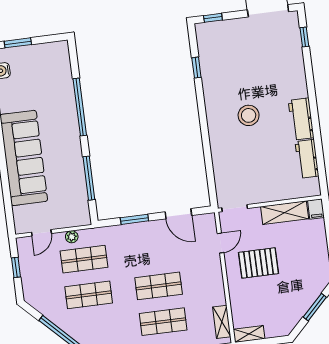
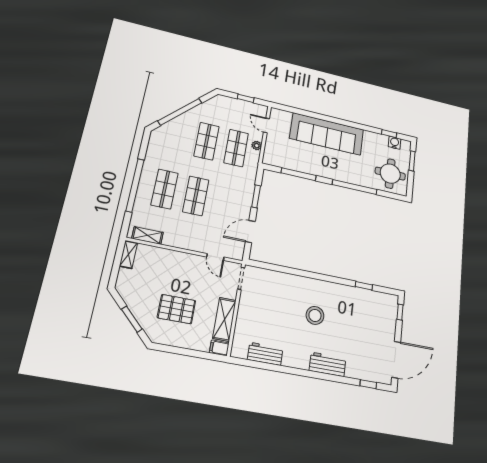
round table: (46, 67) -> (390, 174), added
workbench: (301, 119) -> (327, 364), moved
pallet: (258, 263) -> (177, 309), moved, turned 90

